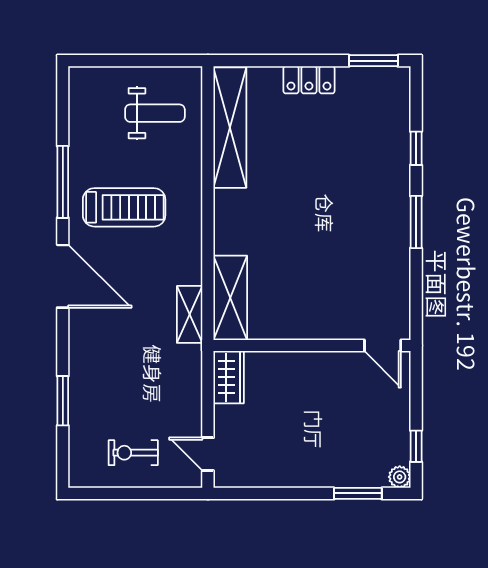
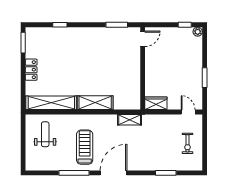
window: (416, 222) -> (117, 25), moved
shelving: (230, 298) -> (95, 103), moved
door: (208, 454) -> (188, 112), swing flipped
window: (358, 493) -> (205, 78), moved

